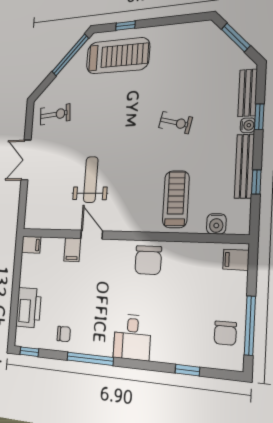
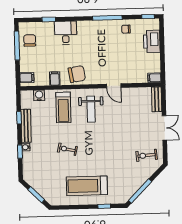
treadmill: (118, 56) -> (87, 186), moved
bench: (248, 93) -> (157, 99), moved
weight bench: (91, 180) -> (91, 109), moved
filing cabinet: (72, 250) -> (55, 79), moved
chair: (148, 260) -> (77, 74), turned 81
desk: (132, 337) -> (66, 33), moved

